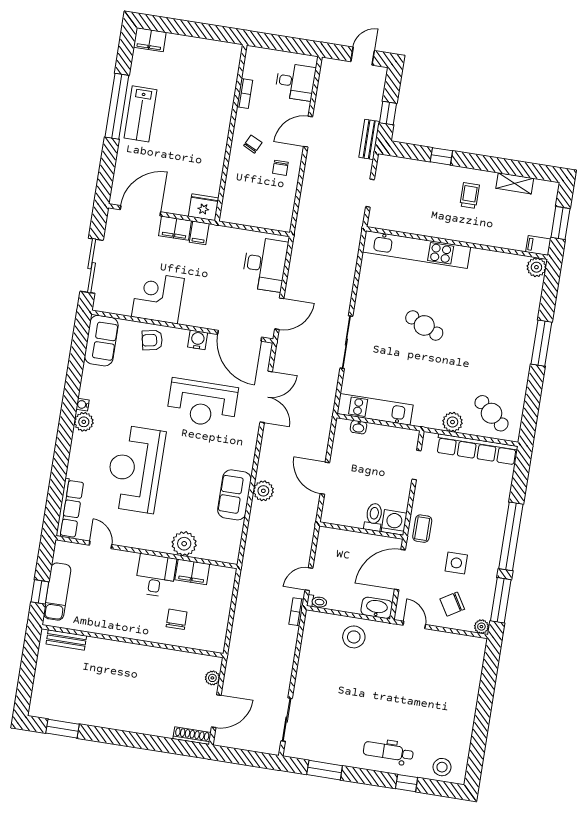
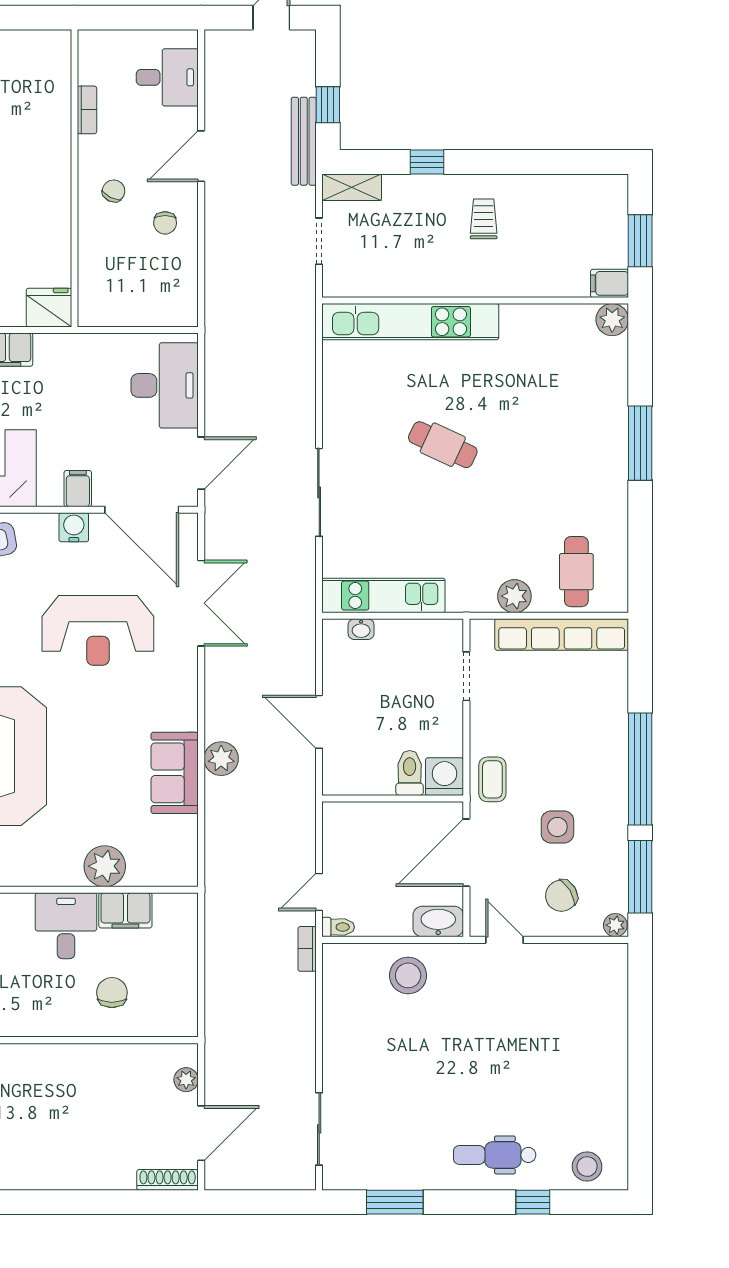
bench: (369, 139) -> (304, 141), width x1.36
shelving: (515, 183) -> (352, 187), moved
filing cabinet: (199, 233) -> (78, 489), moved, turned 180
cafe table: (492, 413) -> (576, 572), turned 50

